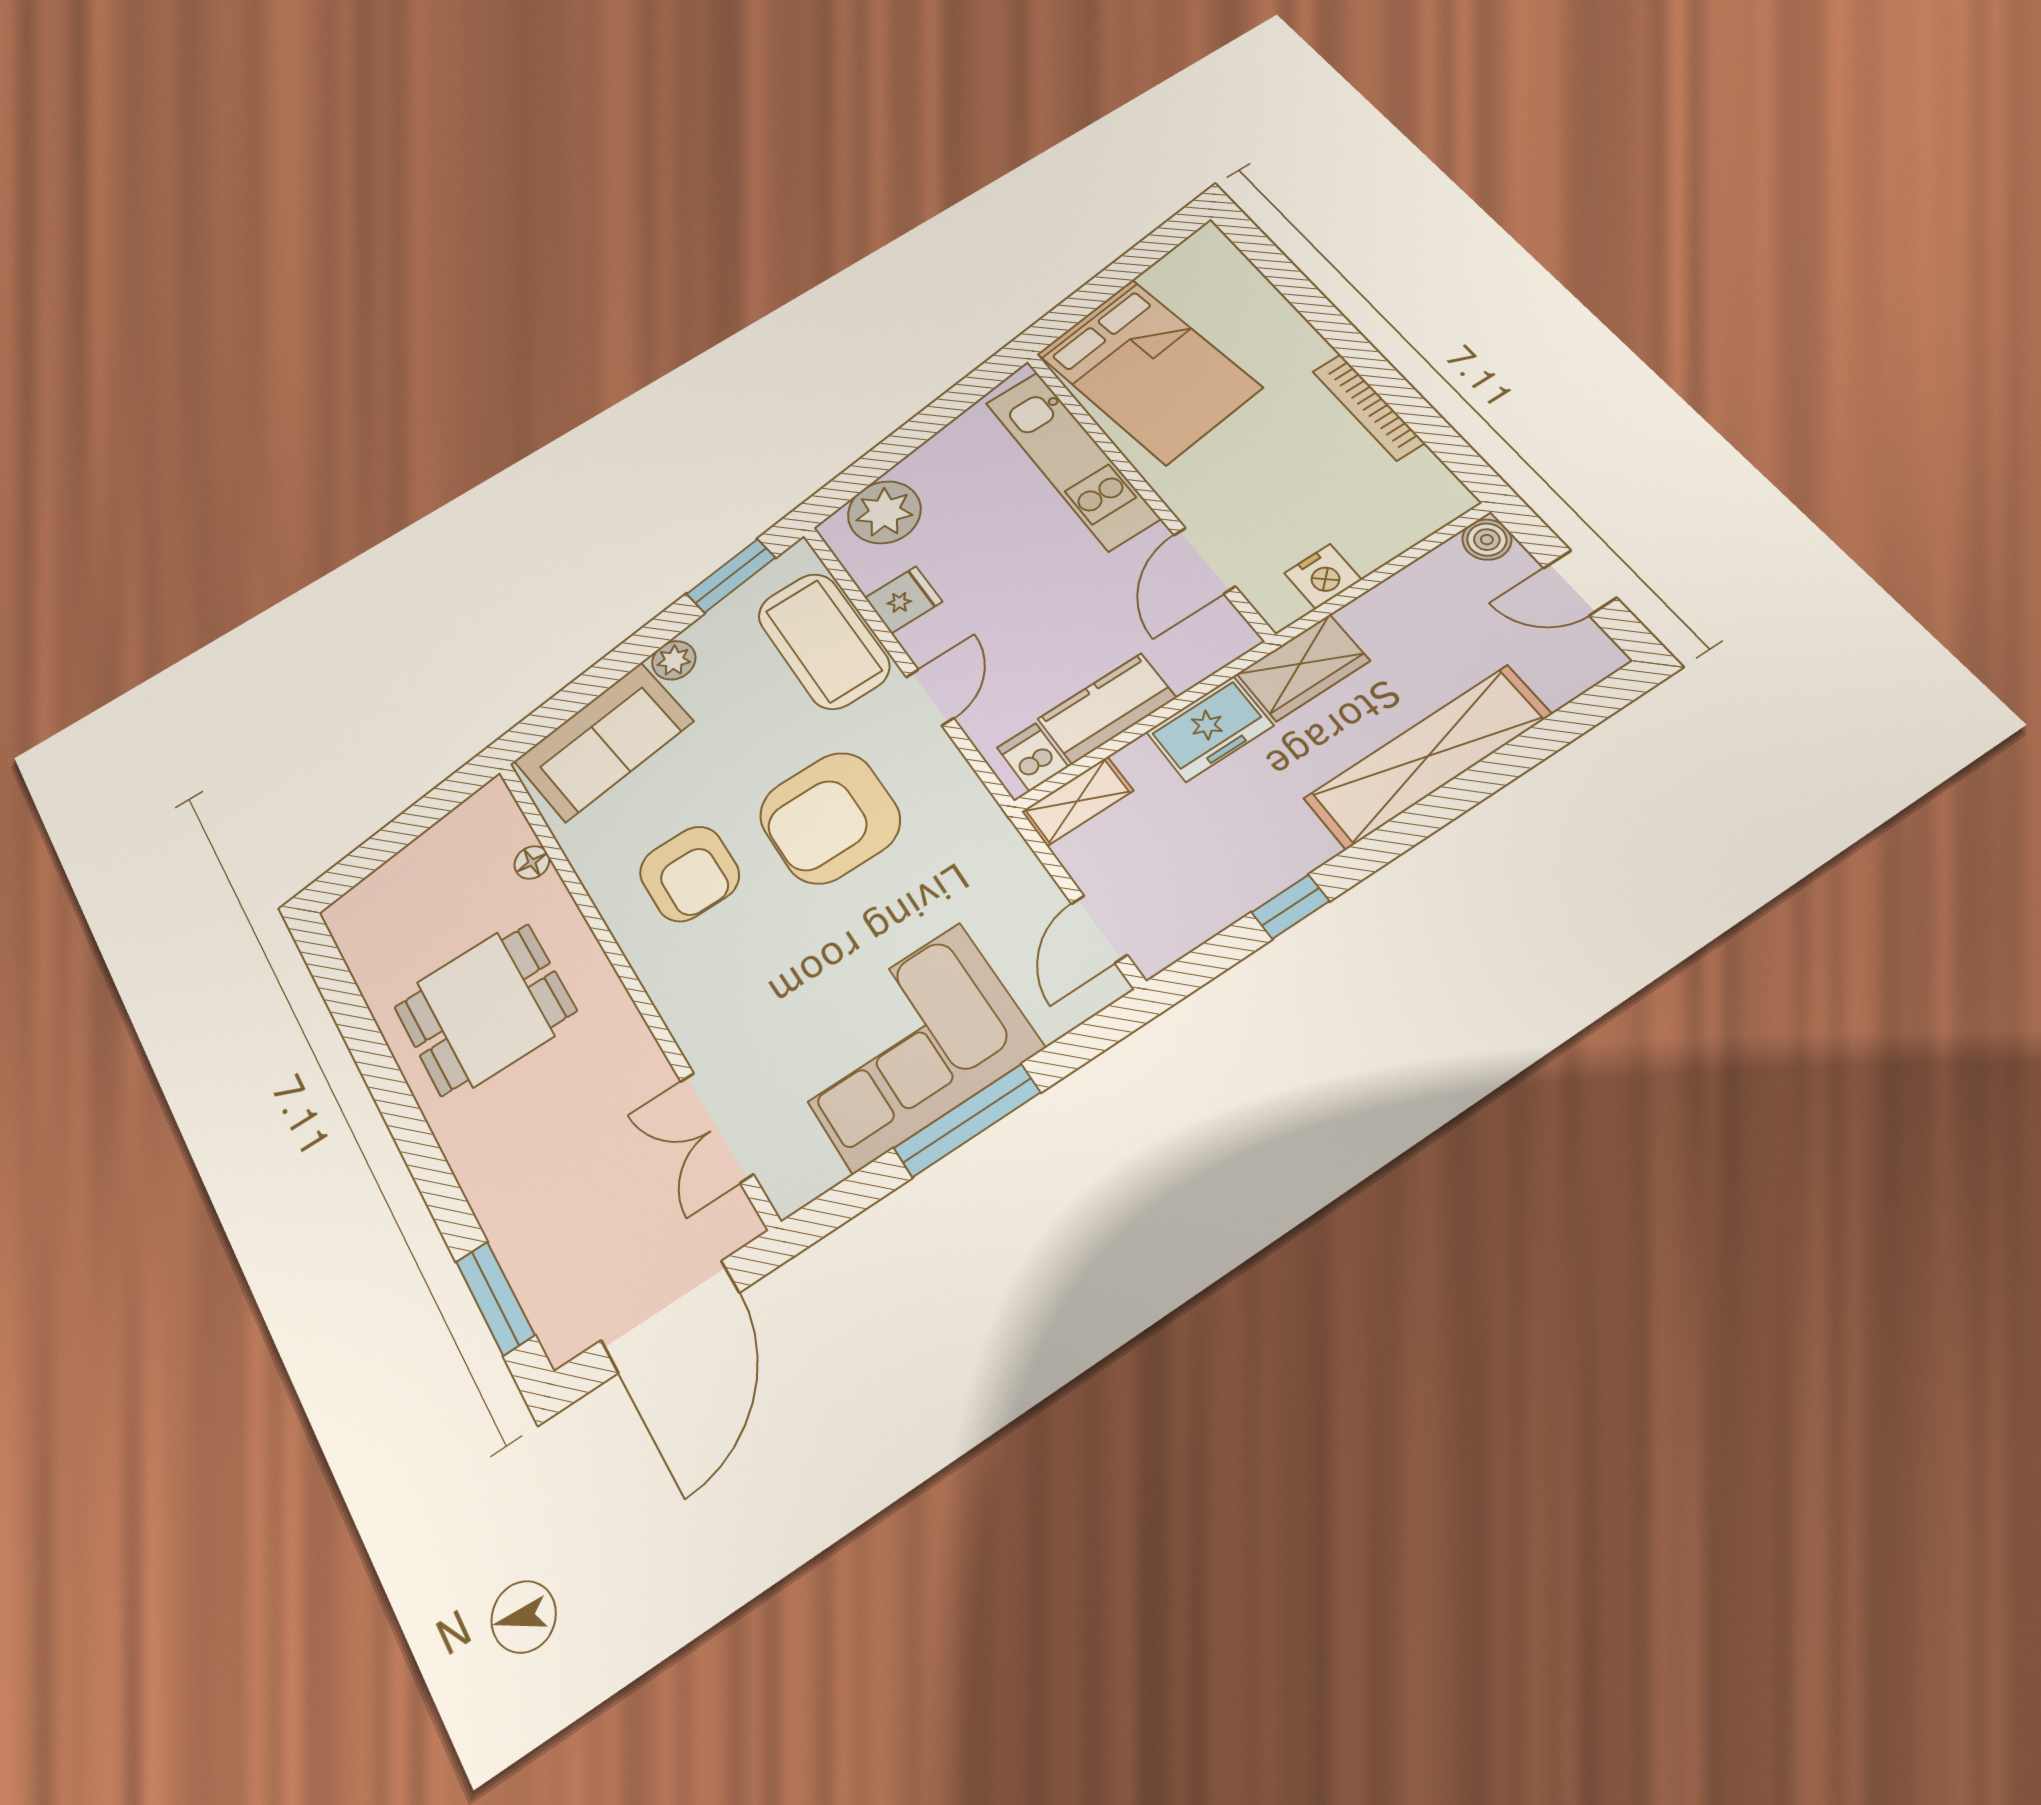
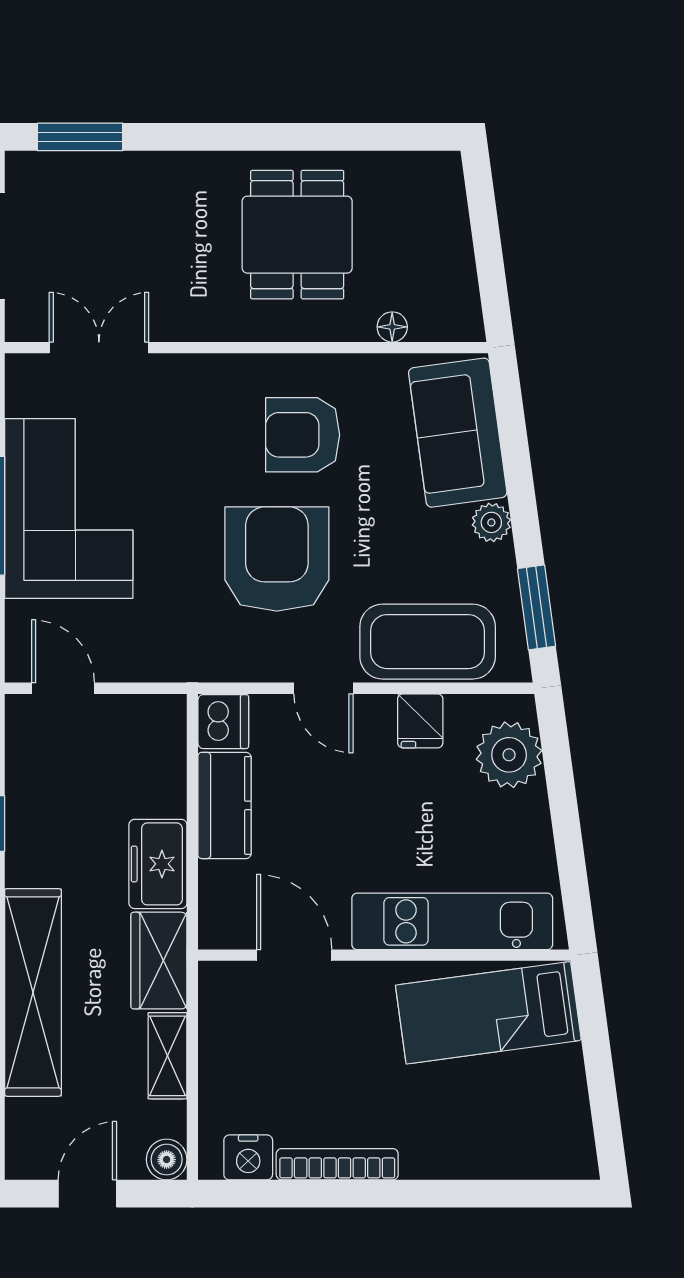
bed: (1149, 370) -> (488, 1013), width x0.67
nightstand: (1323, 576) -> (248, 1157), moved, turned -90
dishwasher: (1033, 757) -> (223, 722), width x1.38
shelving: (1077, 801) -> (167, 1056), moved

